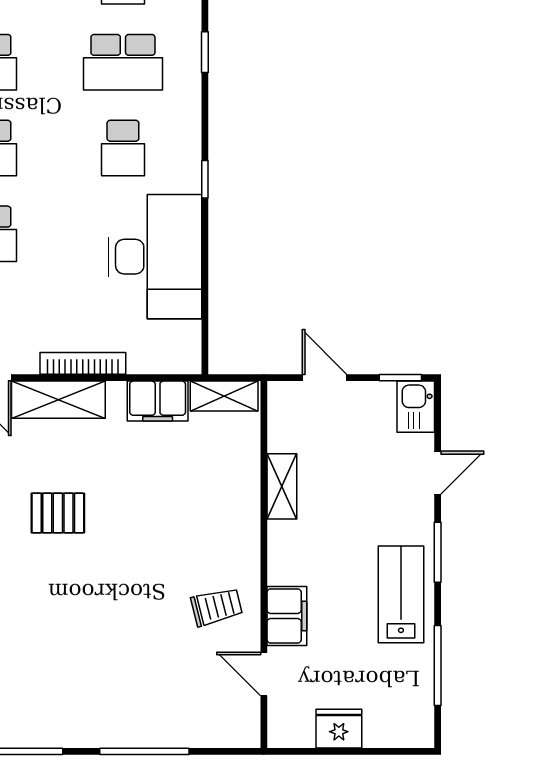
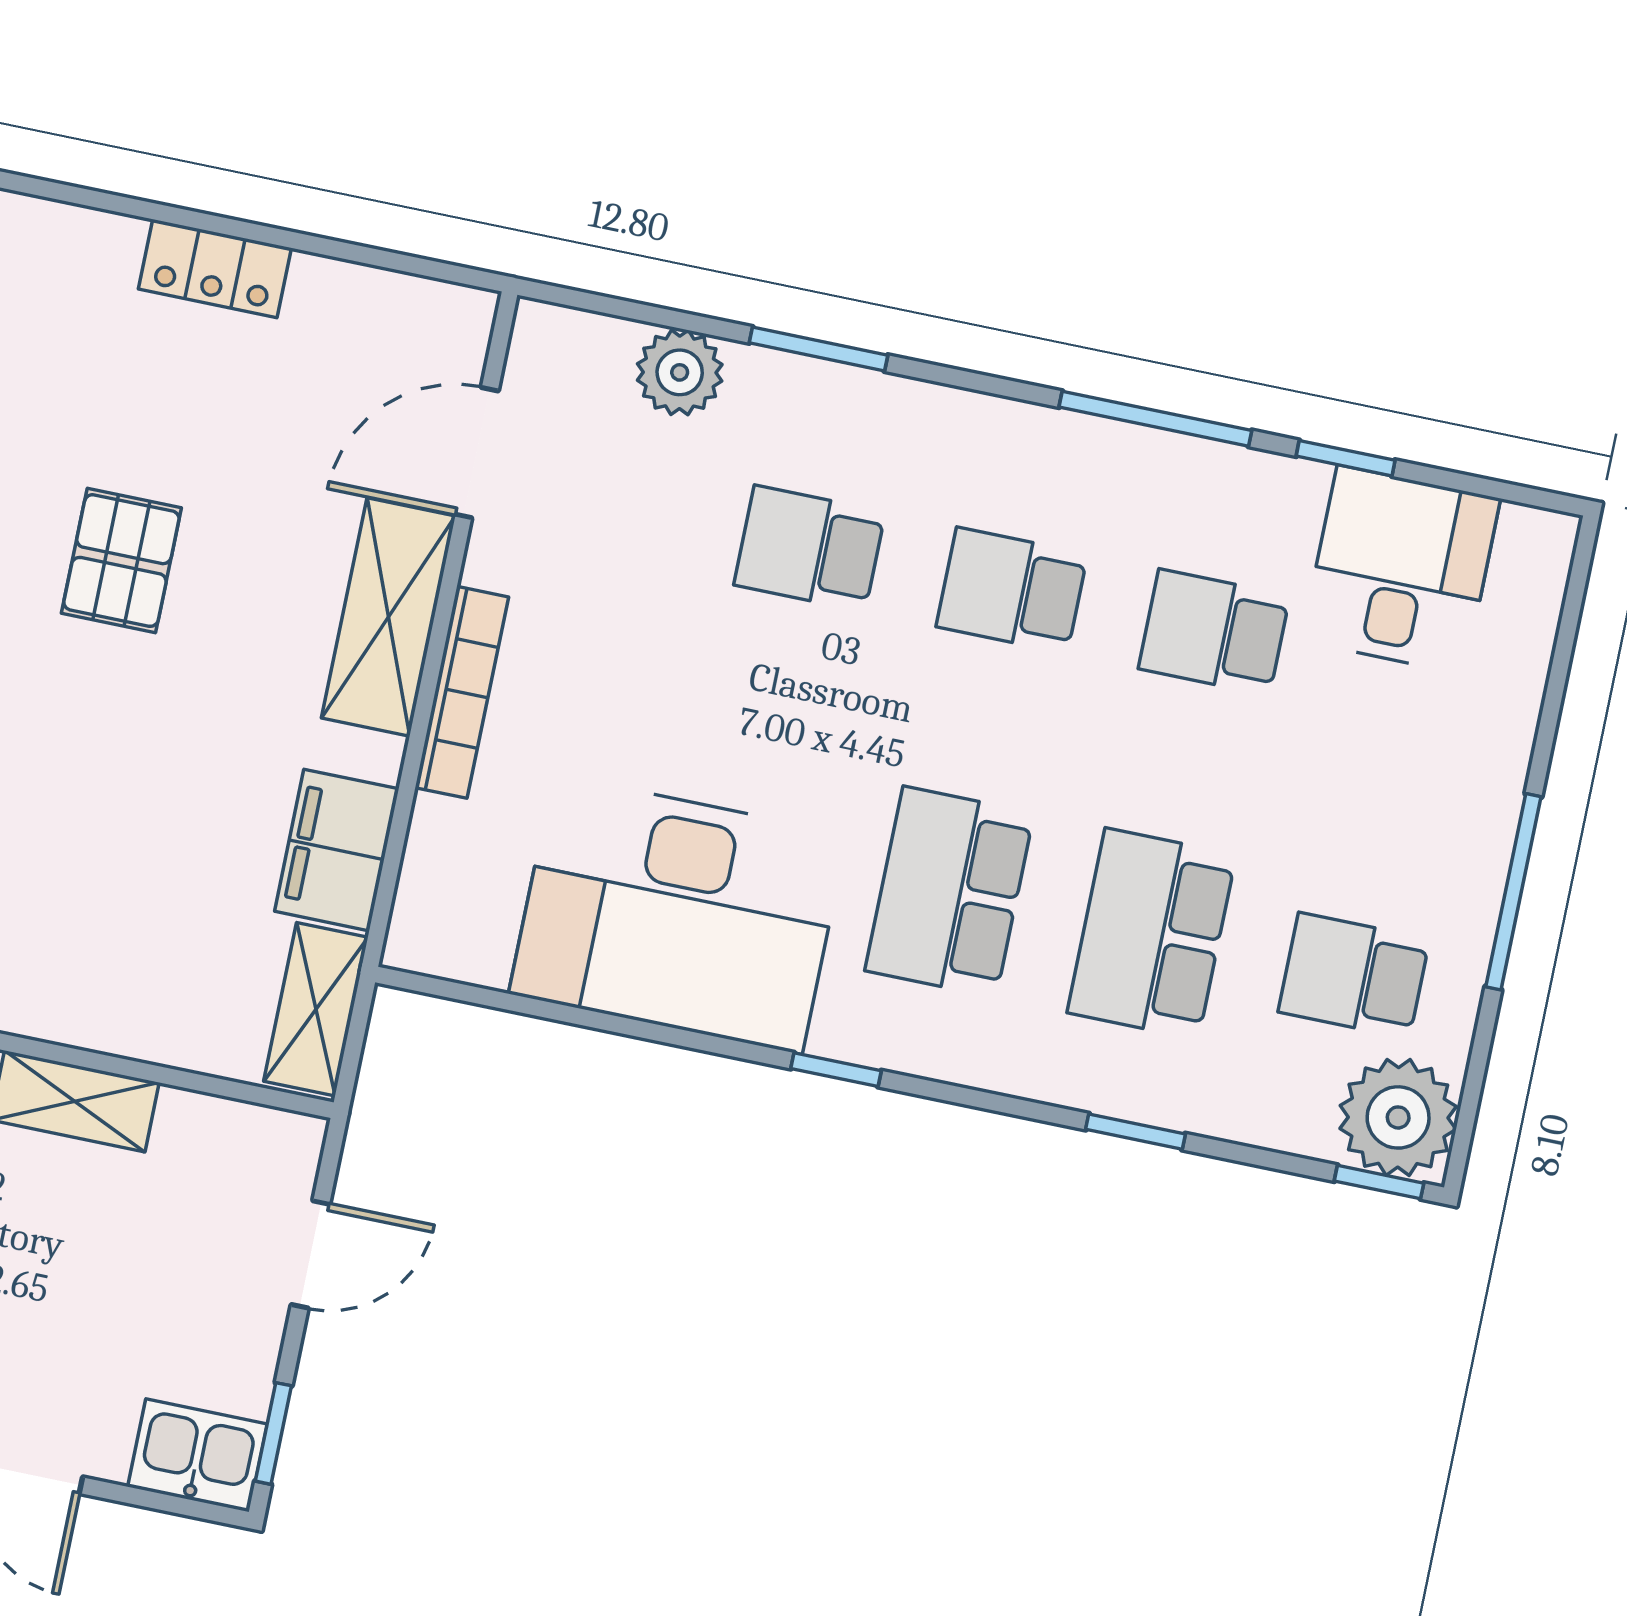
school desk: (123, 148) -> (949, 892), width x1.85

